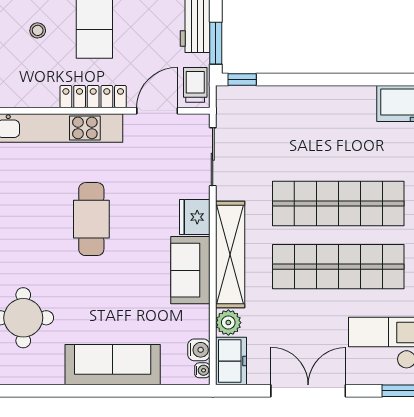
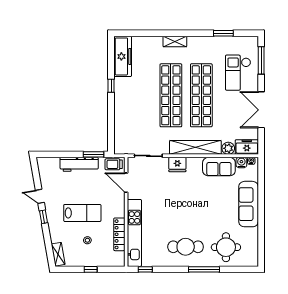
window: (242, 79) -> (111, 86), moved
locker: (93, 97) -> (119, 234), moved
cafe table: (91, 219) -> (186, 247), moved
sofa: (190, 270) -> (219, 167), moved

